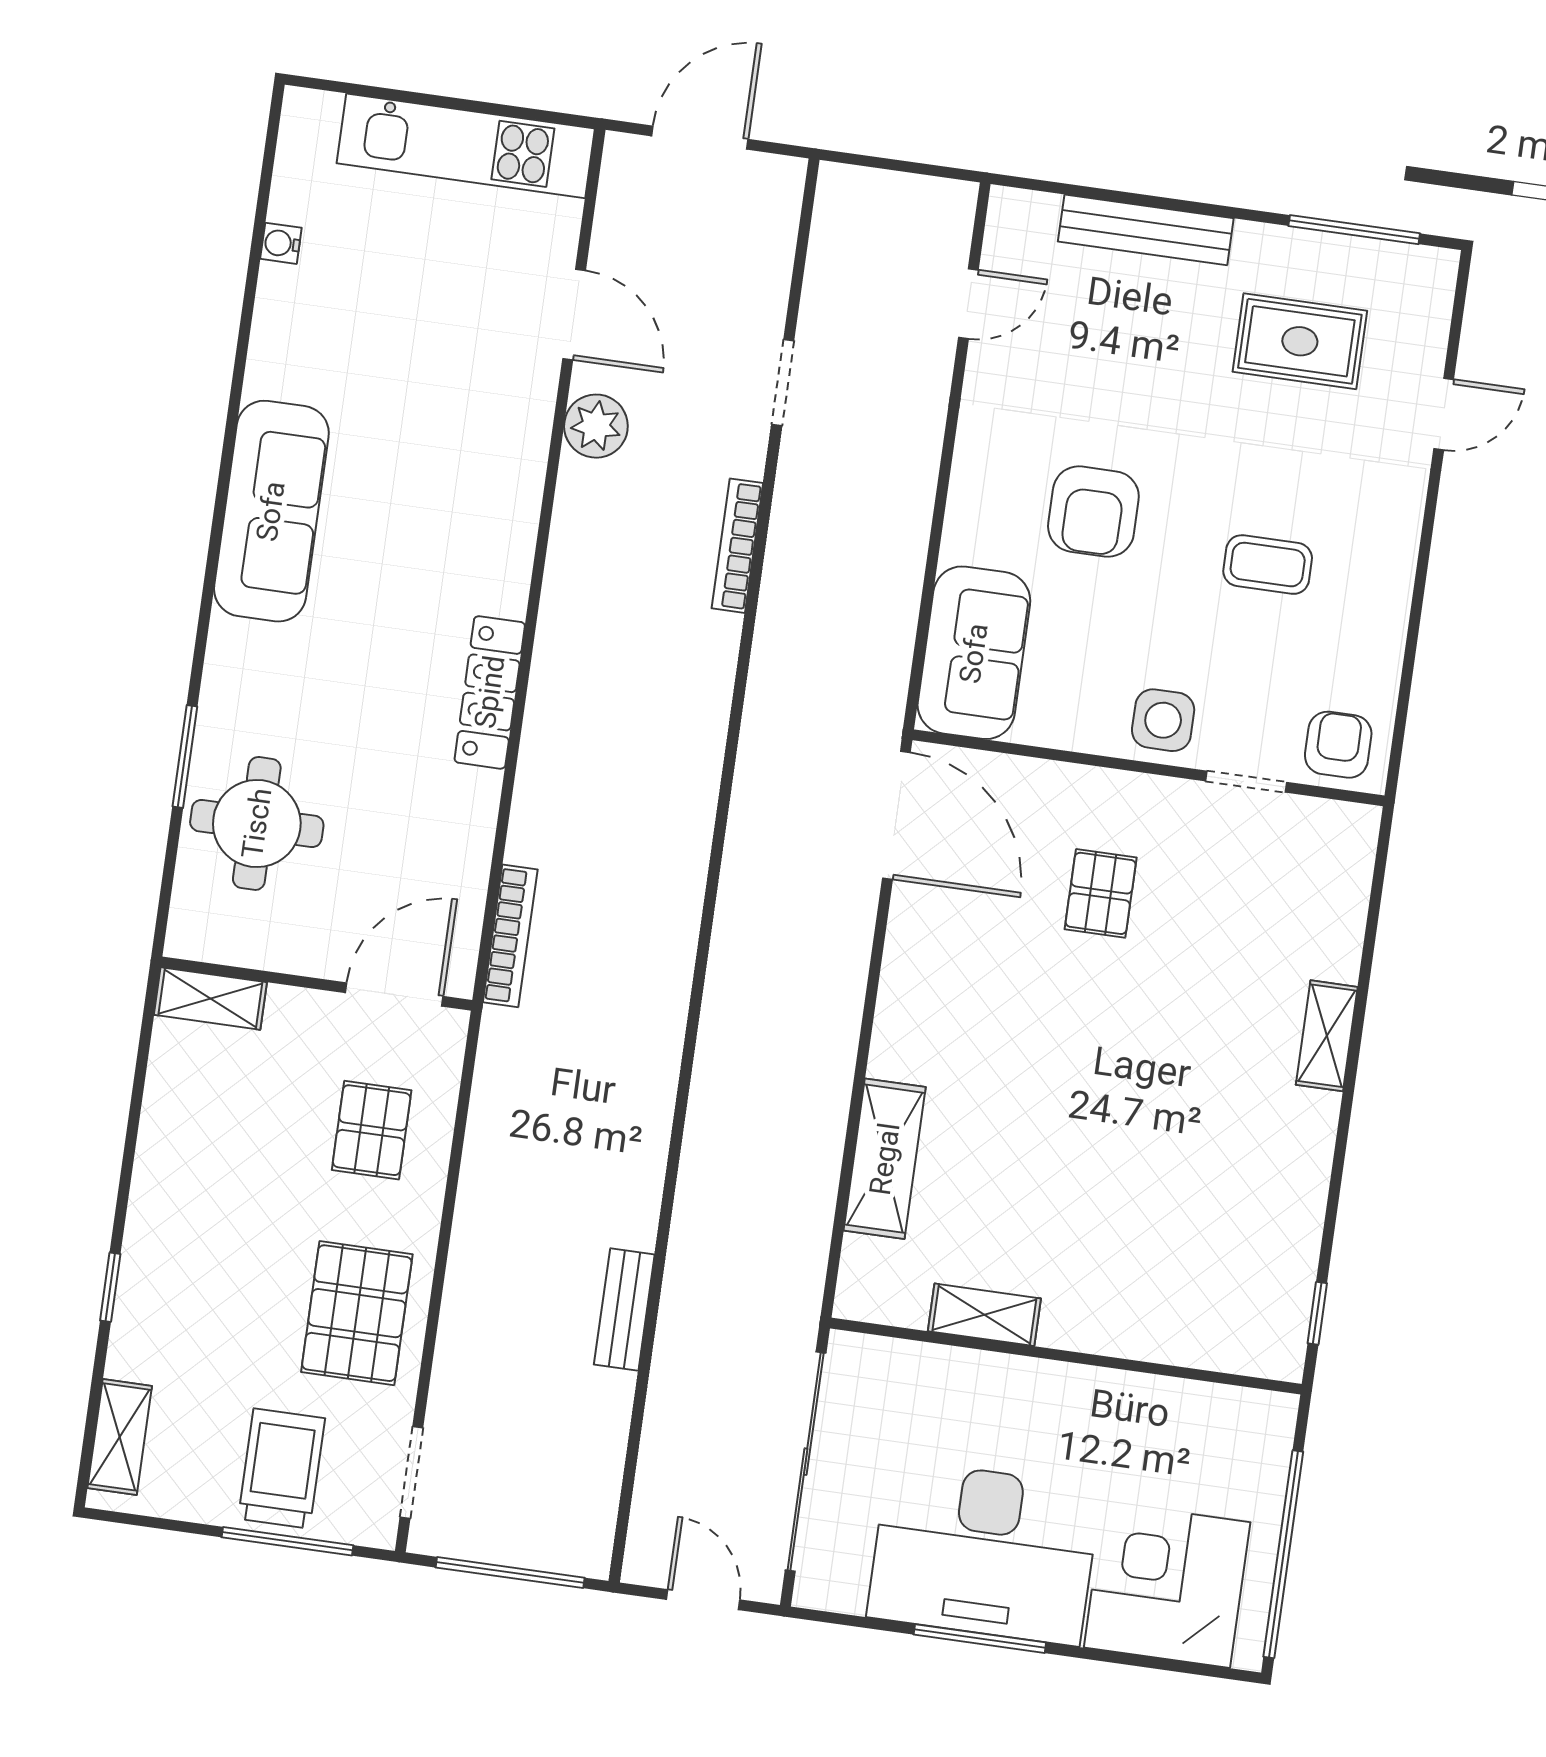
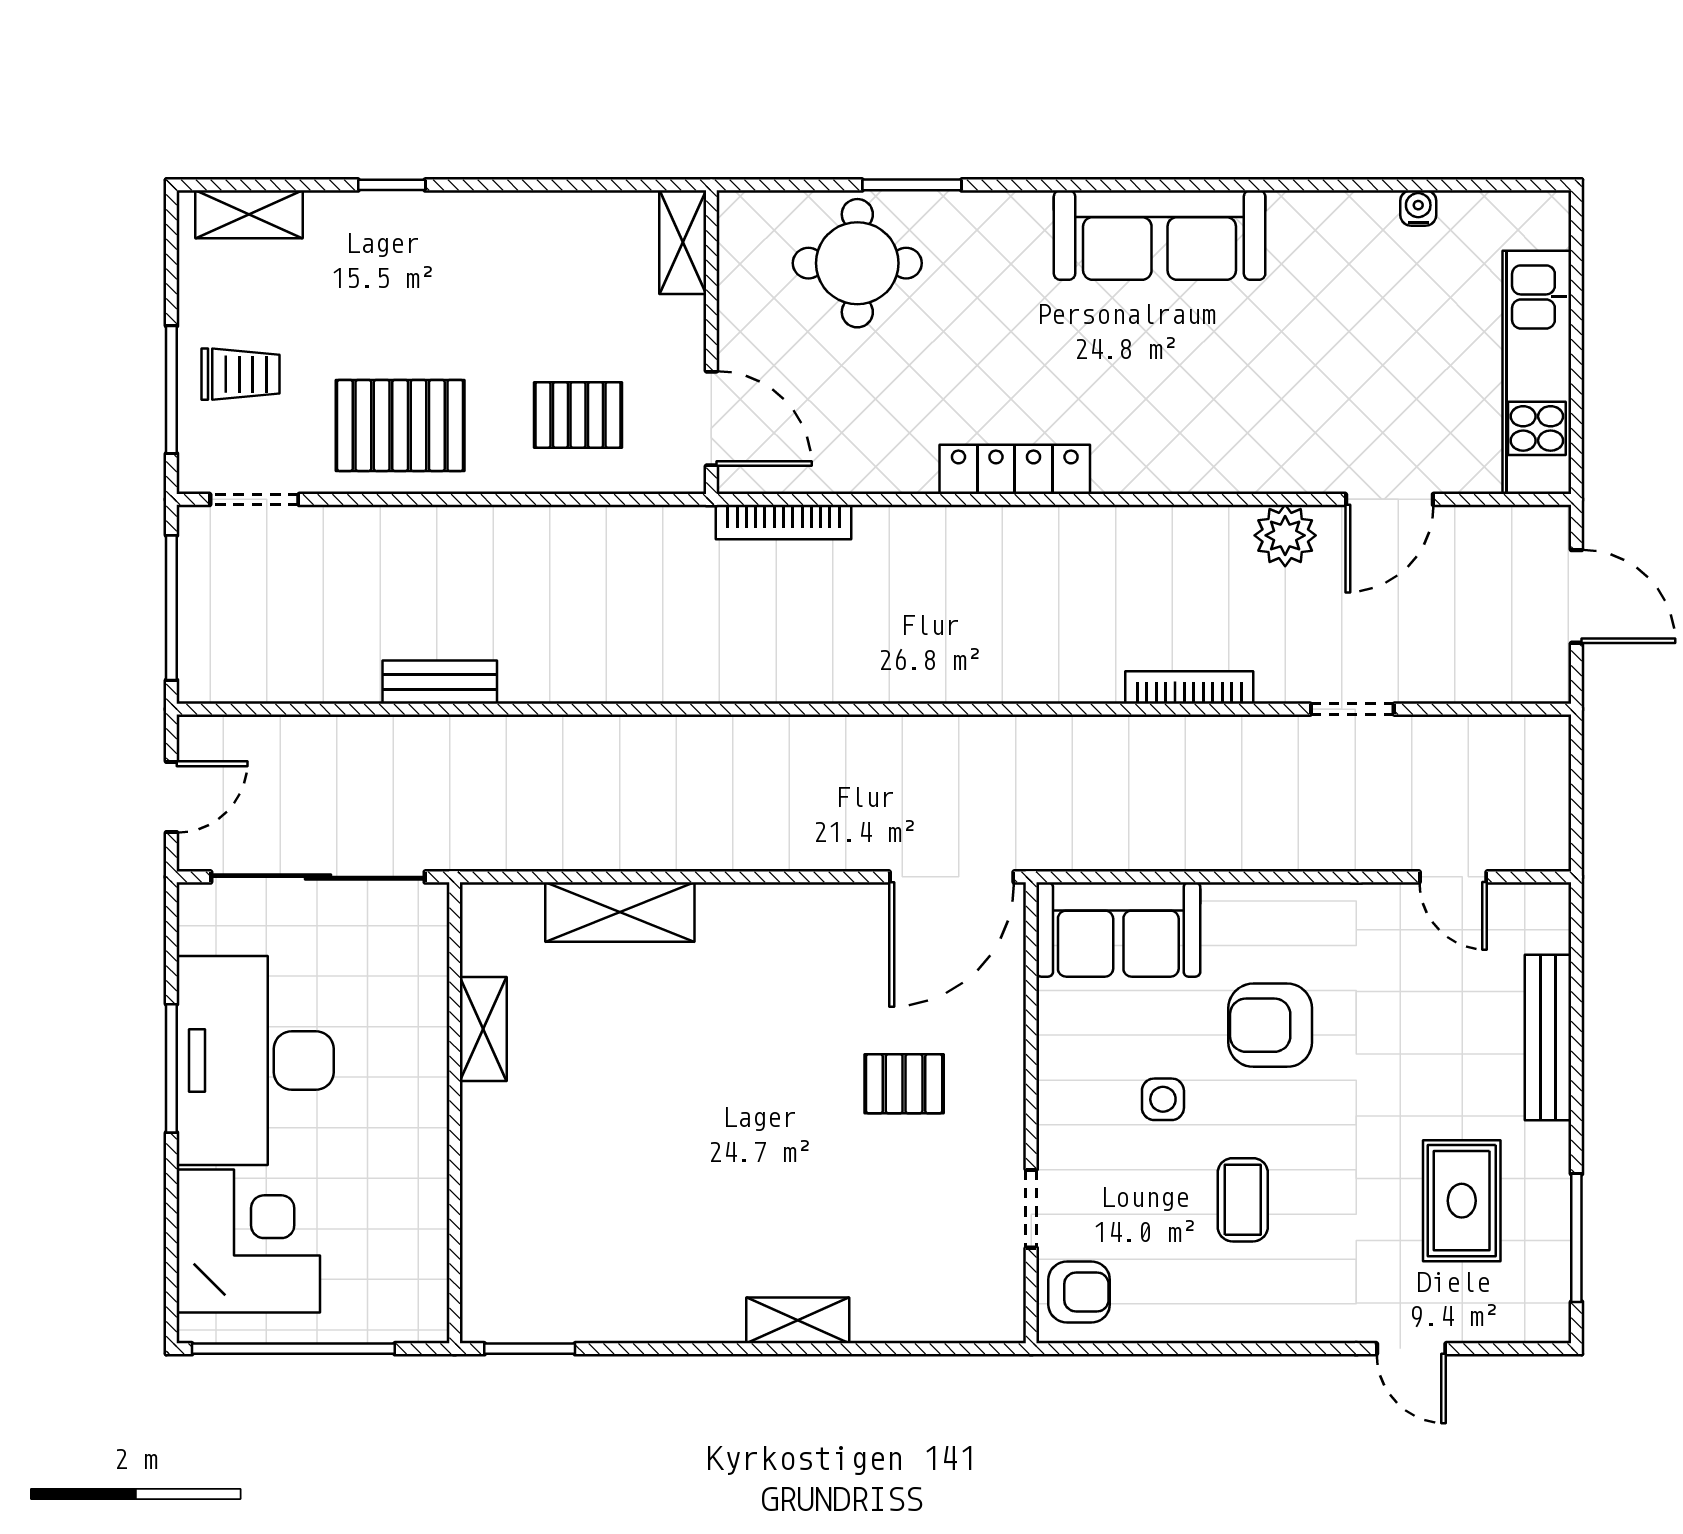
side table: (1163, 720) -> (1163, 1099), moved, width x0.73, depth x0.73
window: (1317, 1313) -> (530, 1349), width x1.50
trolley: (282, 1469) -> (241, 374), width x0.73, depth x0.72

